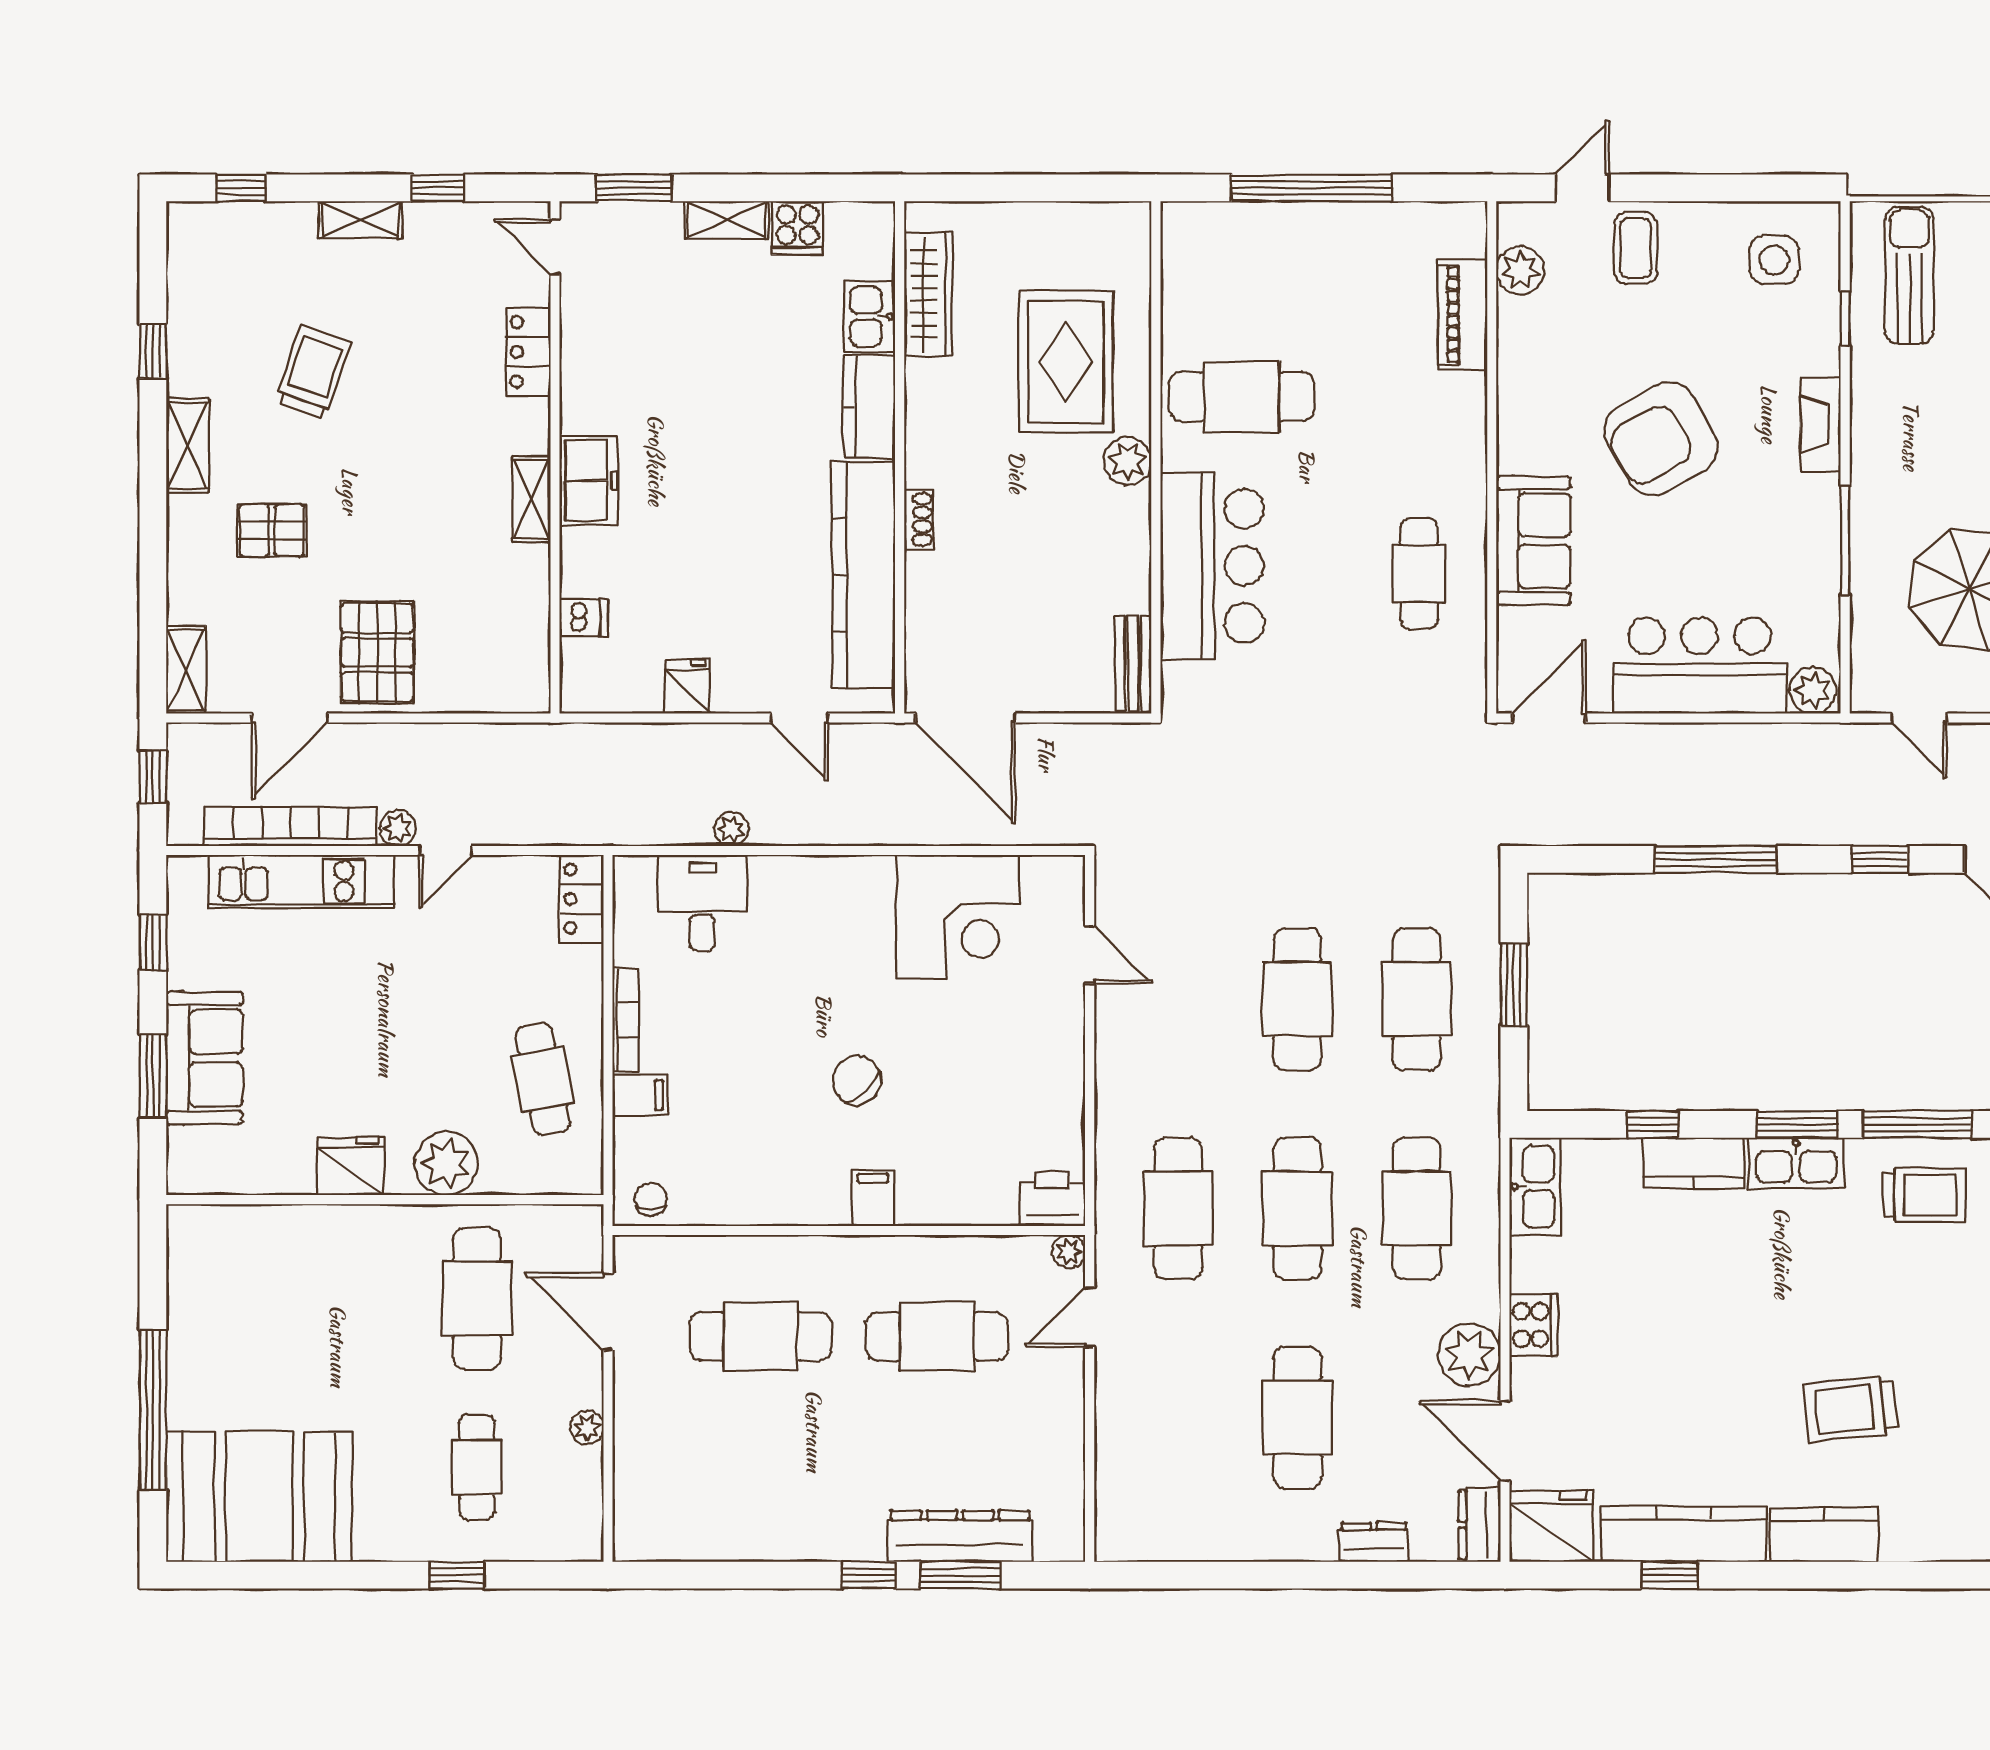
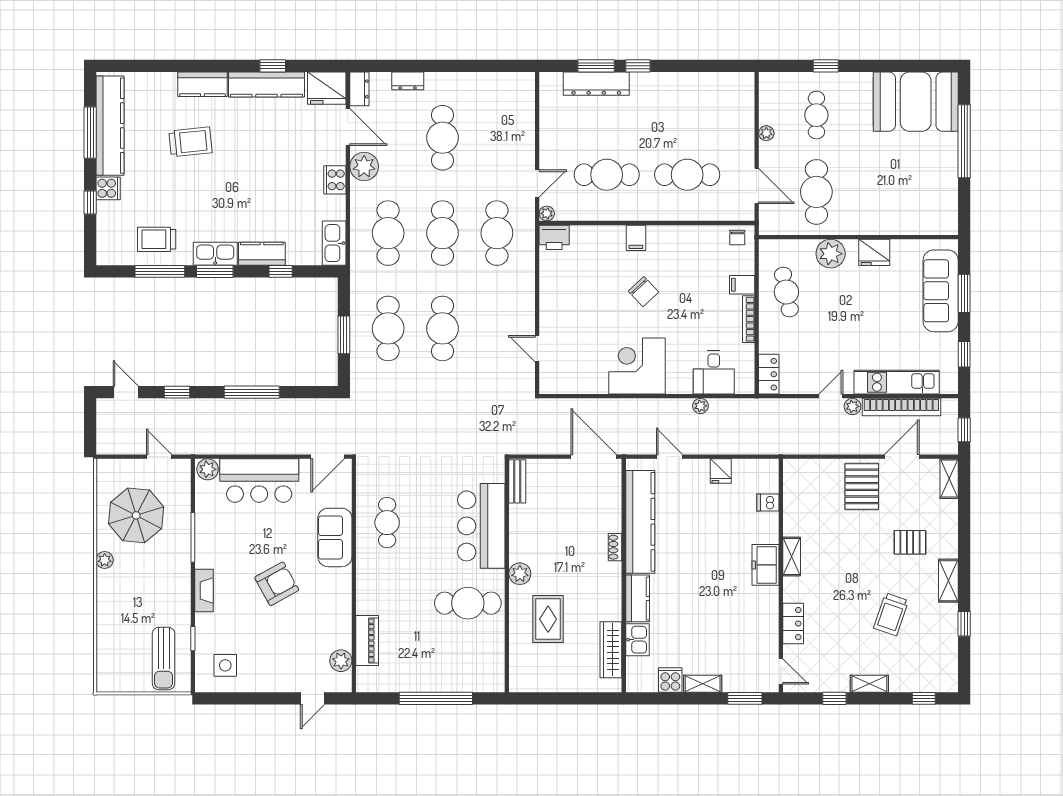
coffee table: (1636, 248) -> (288, 671), removed
rug: (1066, 362) -> (548, 619), width x0.73, depth x0.70
armchair: (1661, 439) -> (277, 584), width x0.73, depth x0.73
corner desk: (958, 917) -> (637, 366), moved
sofa: (204, 1058) -> (941, 291), width x1.36

